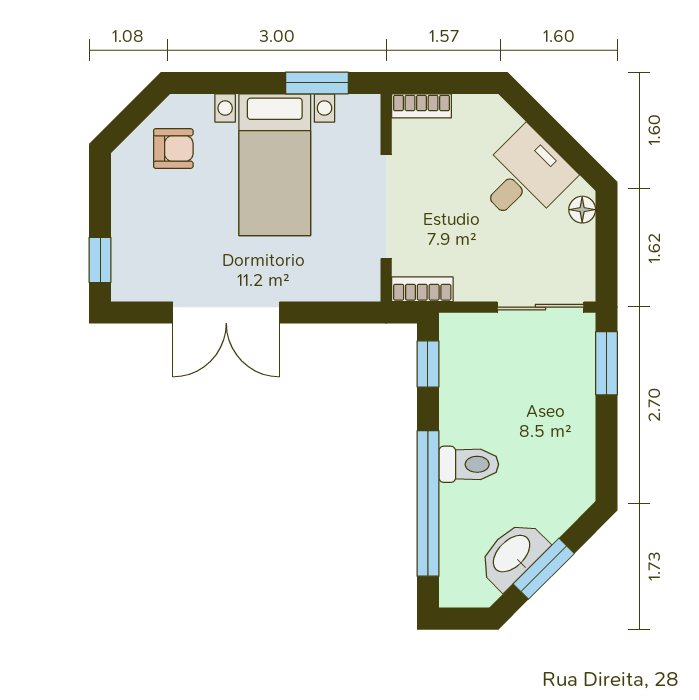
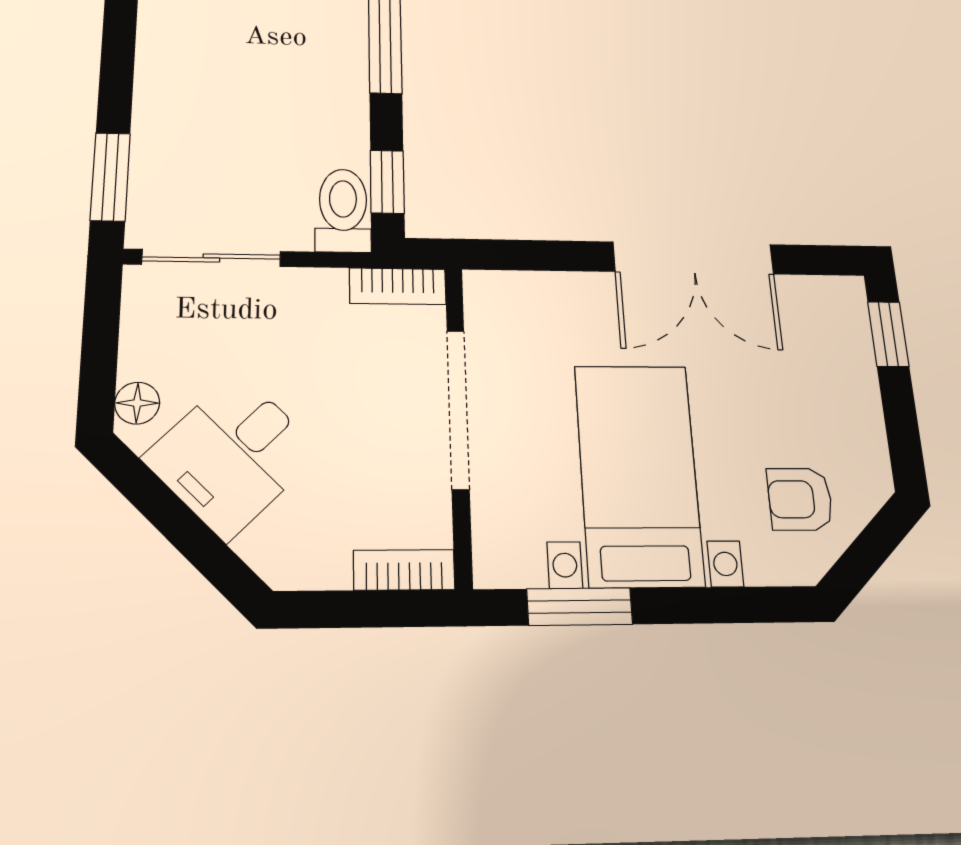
double door: (226, 313) -> (693, 258), swing flipped
toilet: (469, 464) -> (343, 210), moved, turned 90

